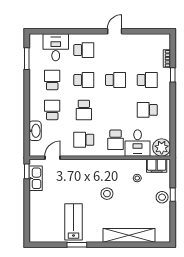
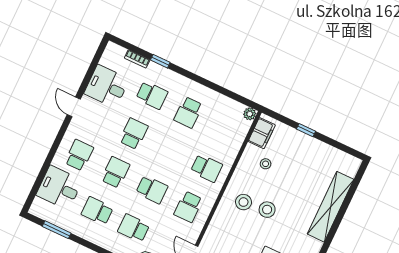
school desk: (147, 80) -> (152, 95), turned 90
desk: (138, 143) -> (107, 86), moved, turned 180
plant: (162, 148) -> (250, 114), width x0.53, depth x0.53
stool: (162, 197) -> (244, 202), moved

